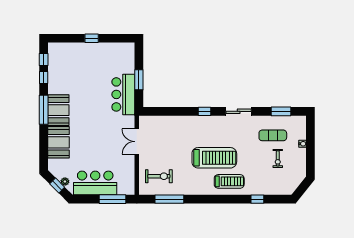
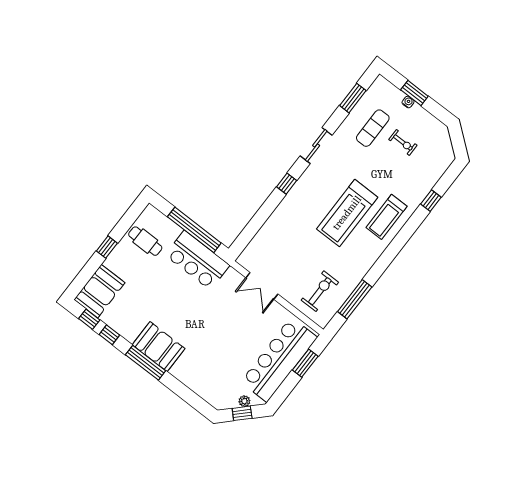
cafe table: (112, 57) -> (145, 241), added
window: (139, 80) -> (194, 230), width x2.11
booth: (59, 142) -> (99, 291), moved, turned 90
window: (310, 144) -> (414, 93), added
treadmill: (214, 158) -> (347, 213), turned 180
treadmill: (229, 181) -> (387, 217), turned 180
bar counter: (95, 183) -> (279, 360), width x1.36
window: (112, 199) -> (305, 363), width x0.69

